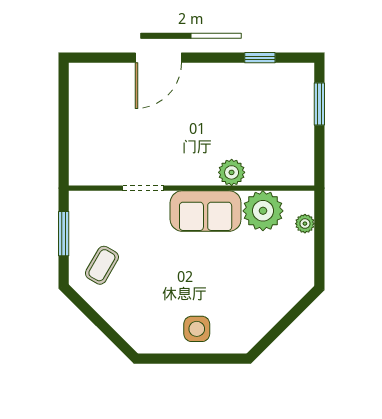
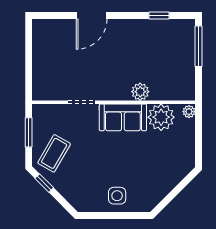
window: (319, 104) -> (199, 46), width x1.44
plant: (305, 224) -> (189, 112), moved
coffee table: (102, 265) -> (54, 153), width x1.36, depth x1.30
window: (87, 310) -> (44, 183), added

